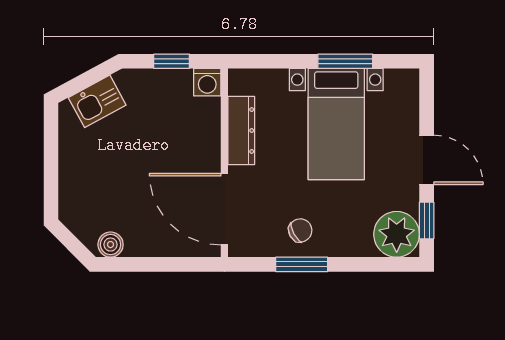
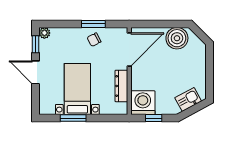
washing machine: (207, 82) -> (143, 103), width x1.89, depth x1.89
door: (224, 209) -> (129, 50), hinge flipped
plant: (397, 234) -> (44, 33), width x0.53, depth x0.53
boiler: (111, 245) -> (177, 38), width x1.86, depth x1.86

